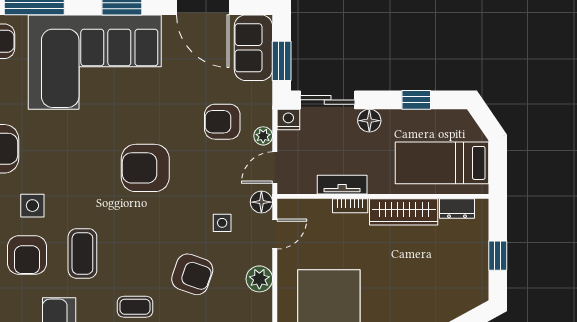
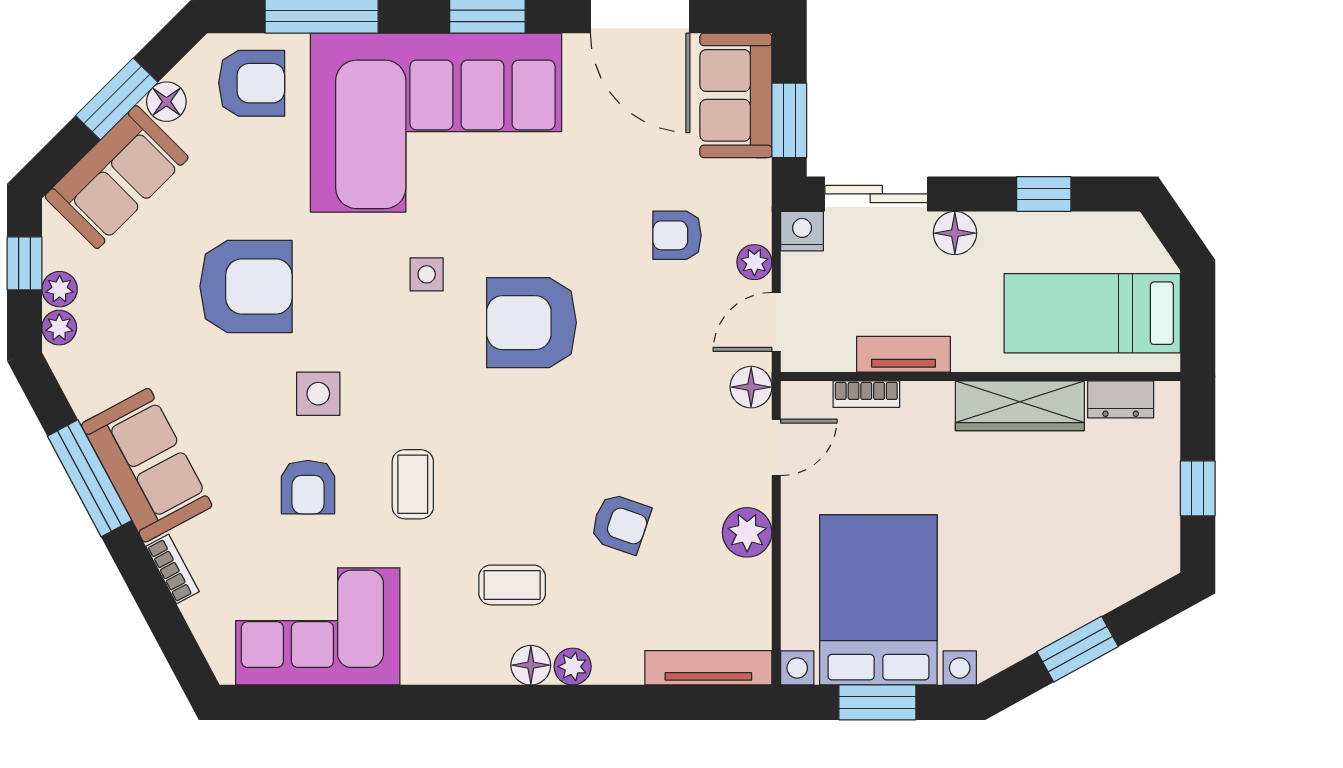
armchair: (222, 122) -> (677, 235), width x0.72, depth x0.72
bookcase: (350, 206) -> (866, 394), moved
side table: (222, 223) -> (427, 274), moved
coffee table: (82, 253) -> (413, 484), width x0.73, depth x0.77
armchair: (27, 255) -> (308, 487), width x0.72, depth x0.72
armchair: (192, 274) -> (620, 524), width x0.72, depth x0.72

